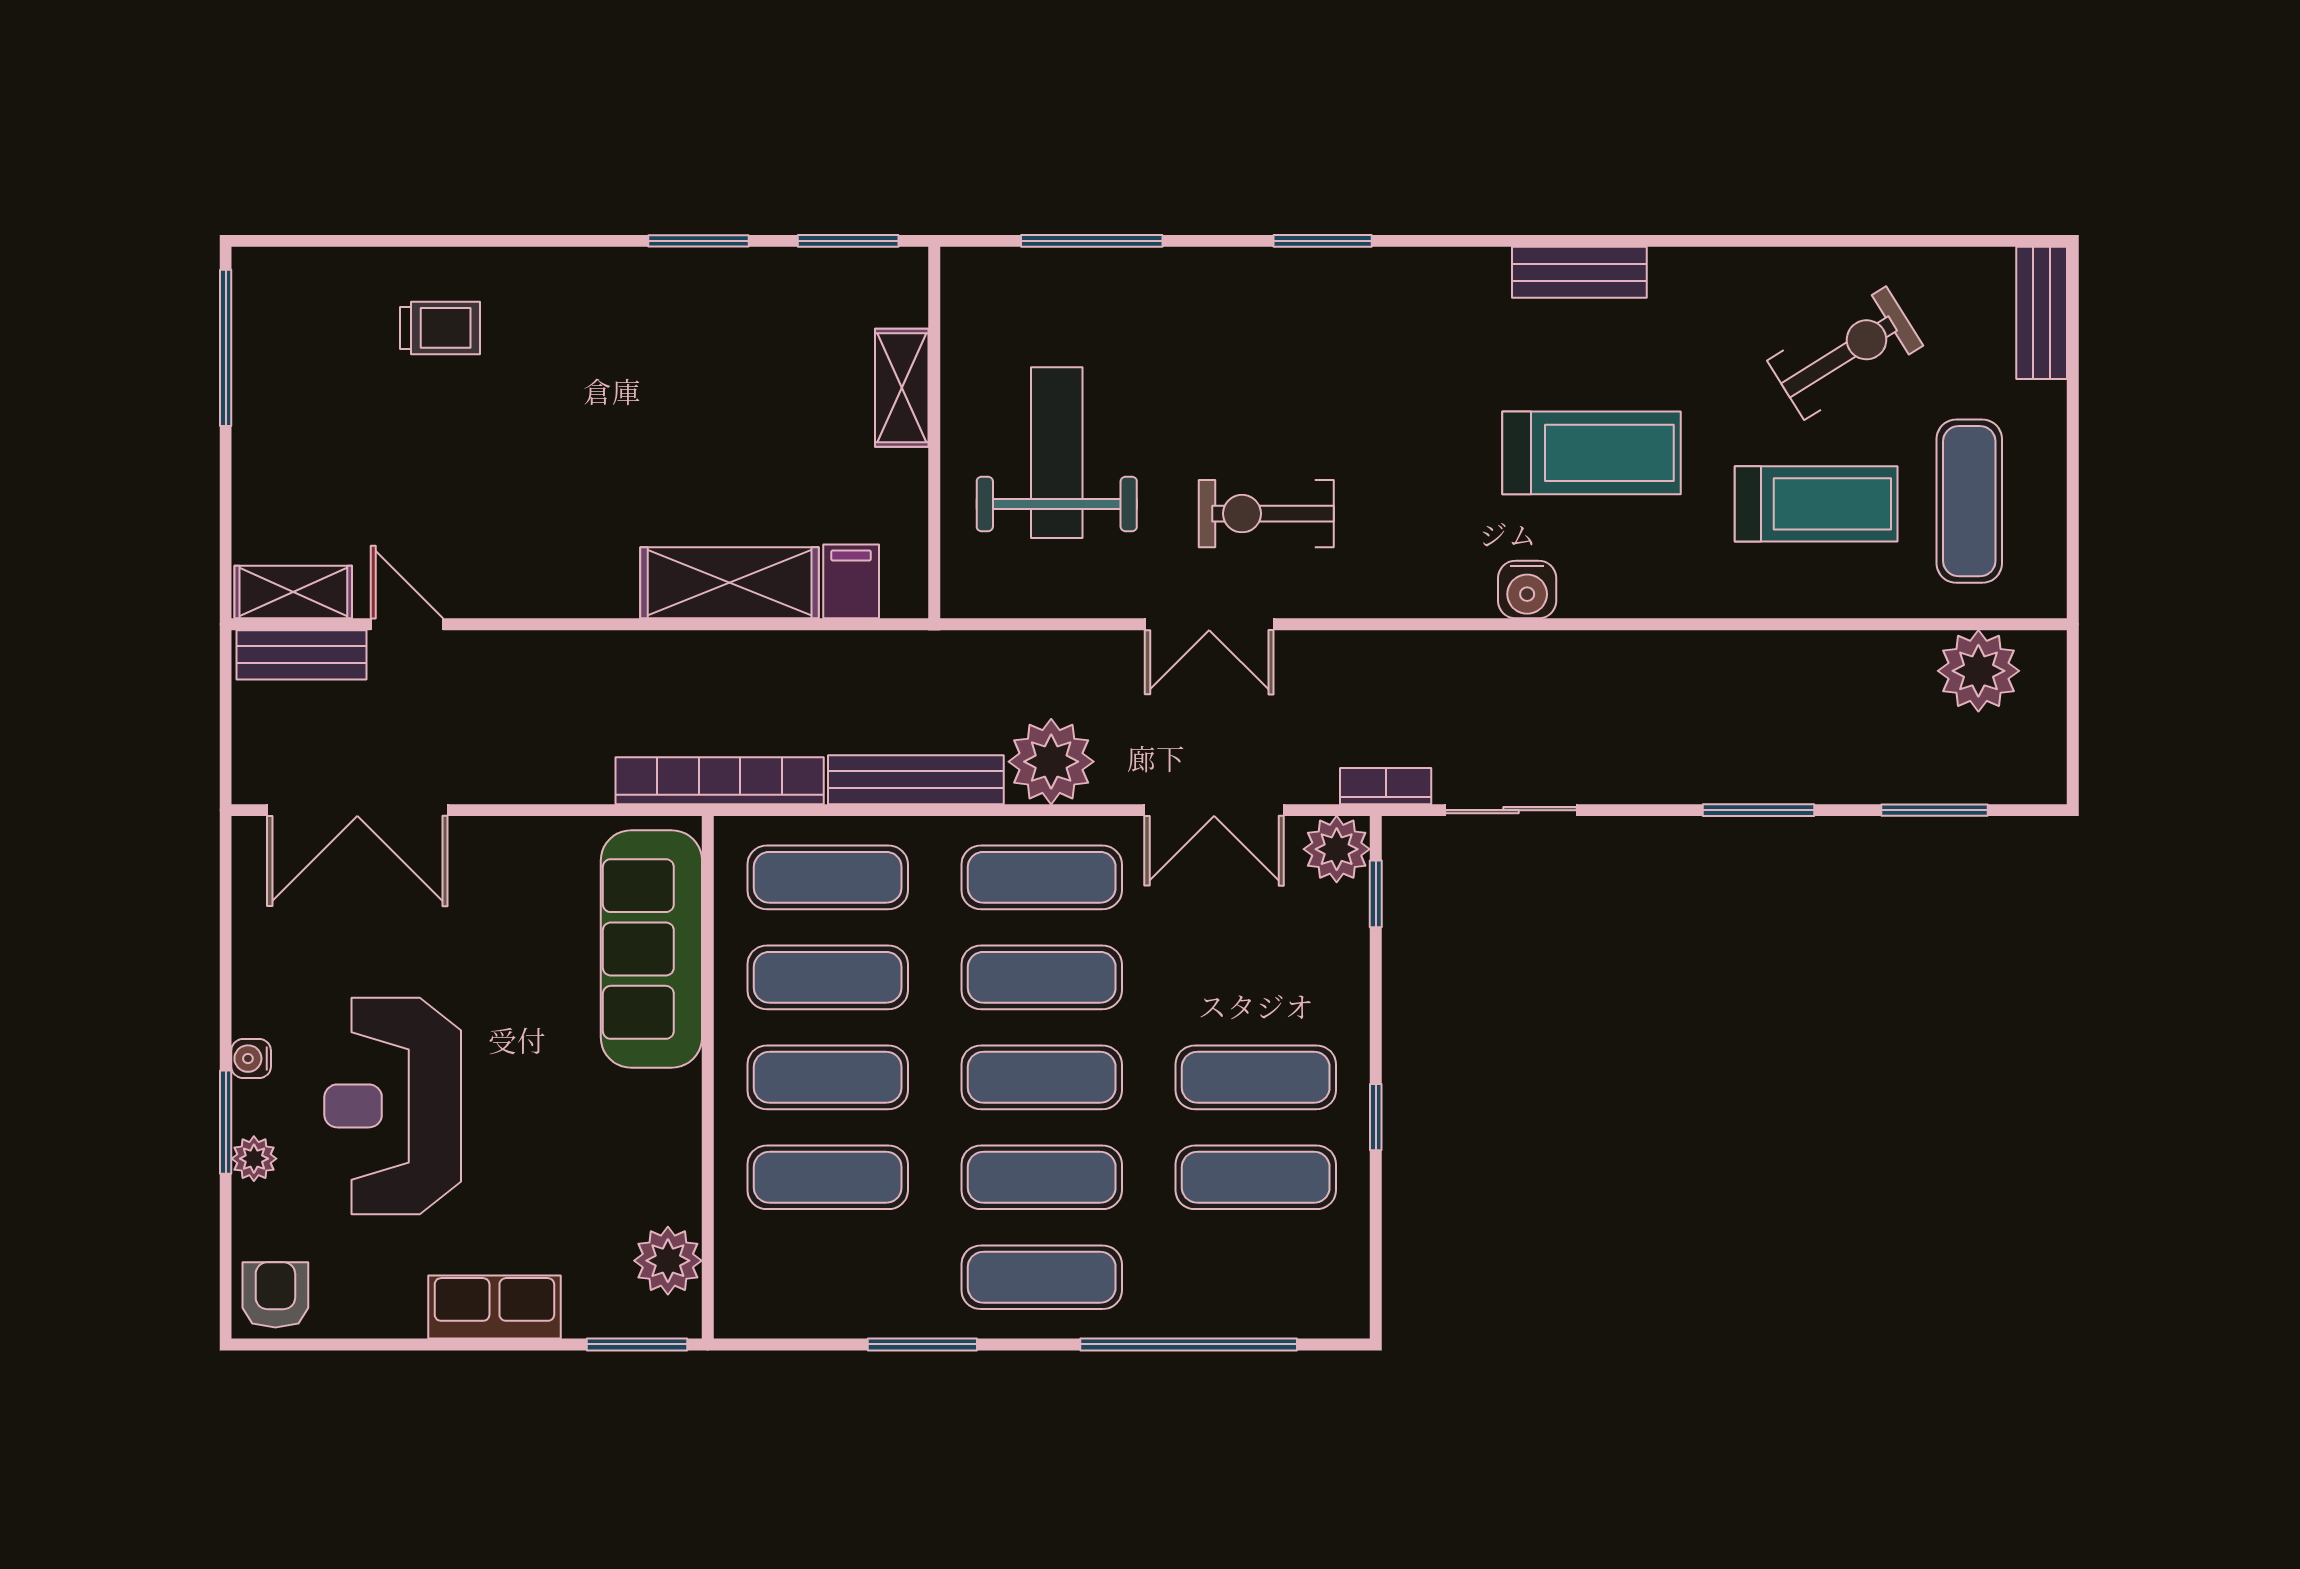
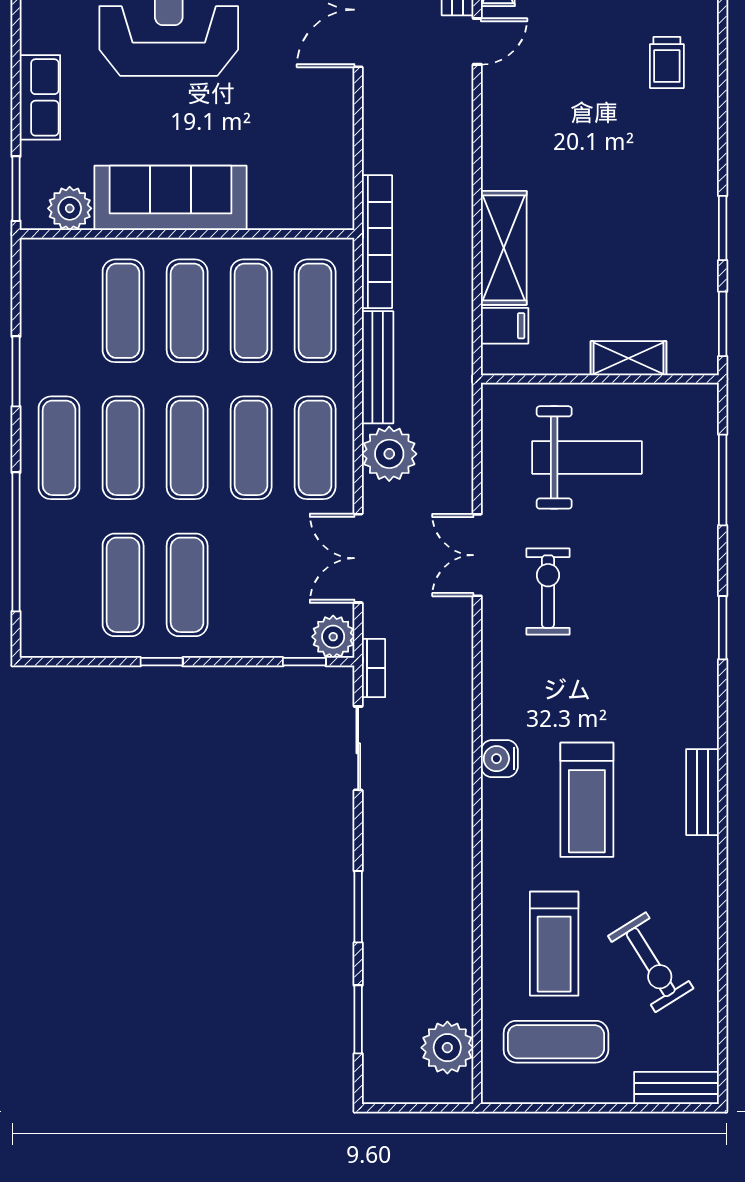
sofa: (651, 949) -> (171, 198), moved

